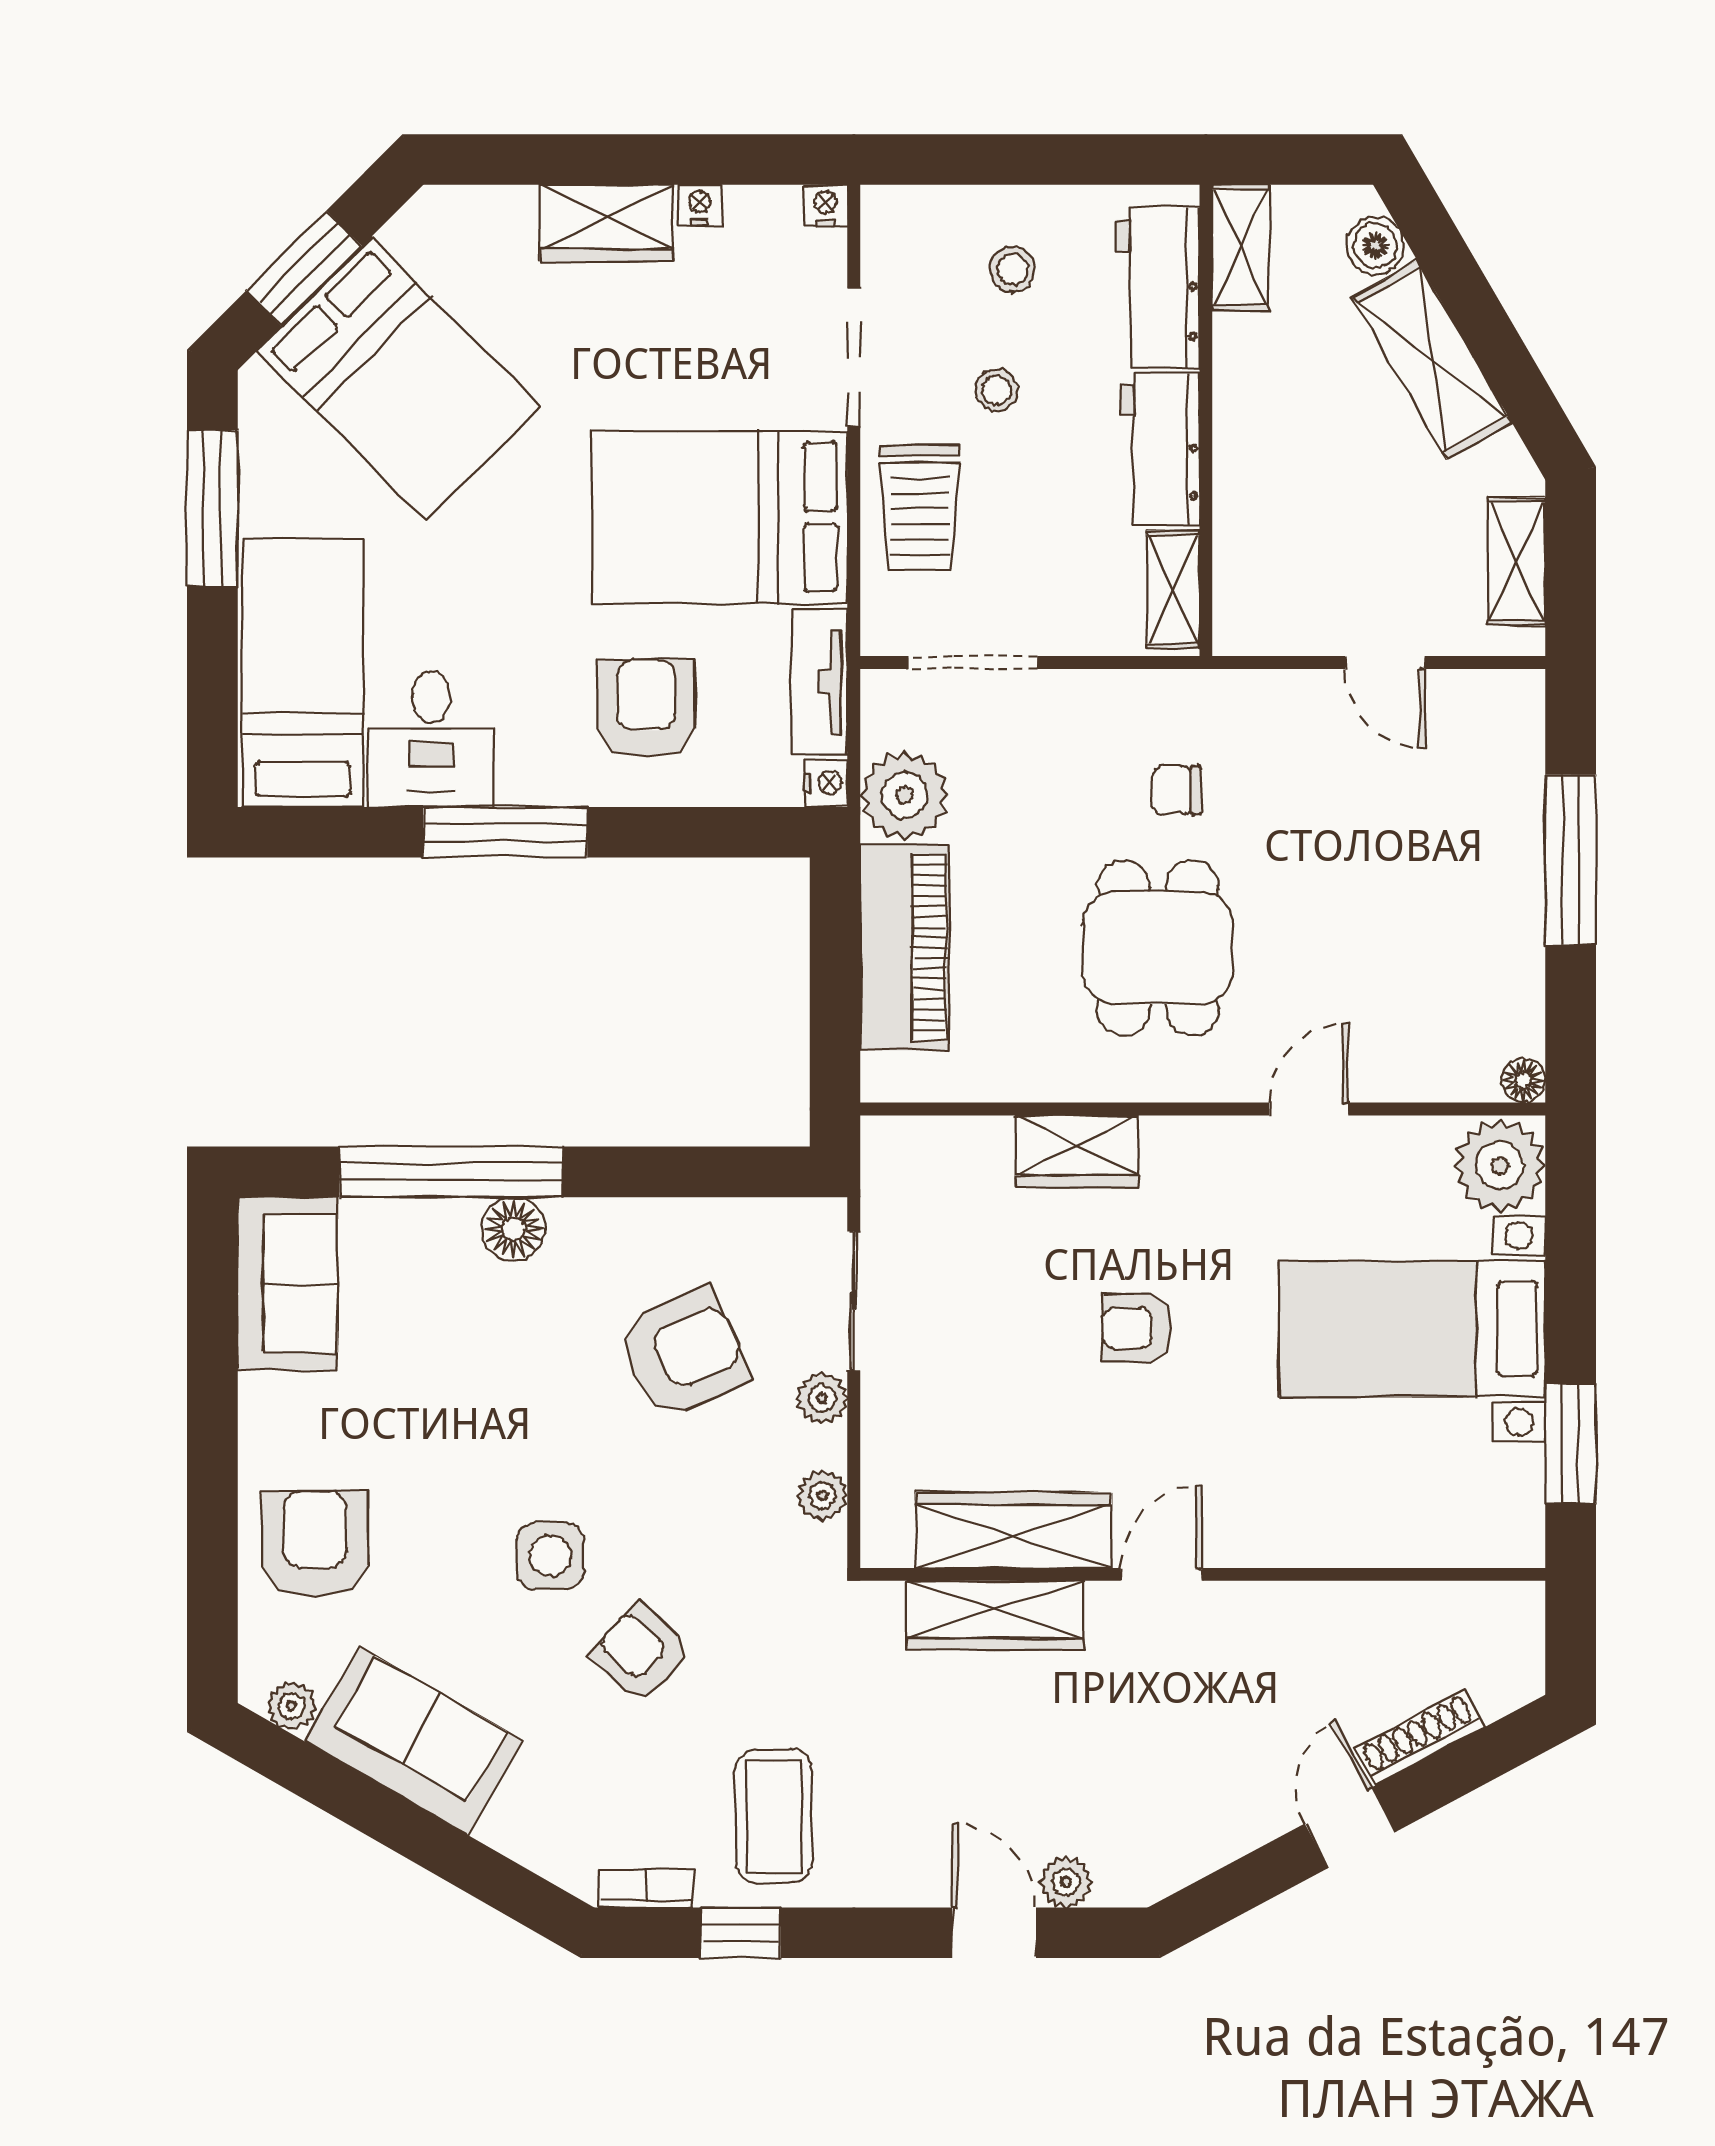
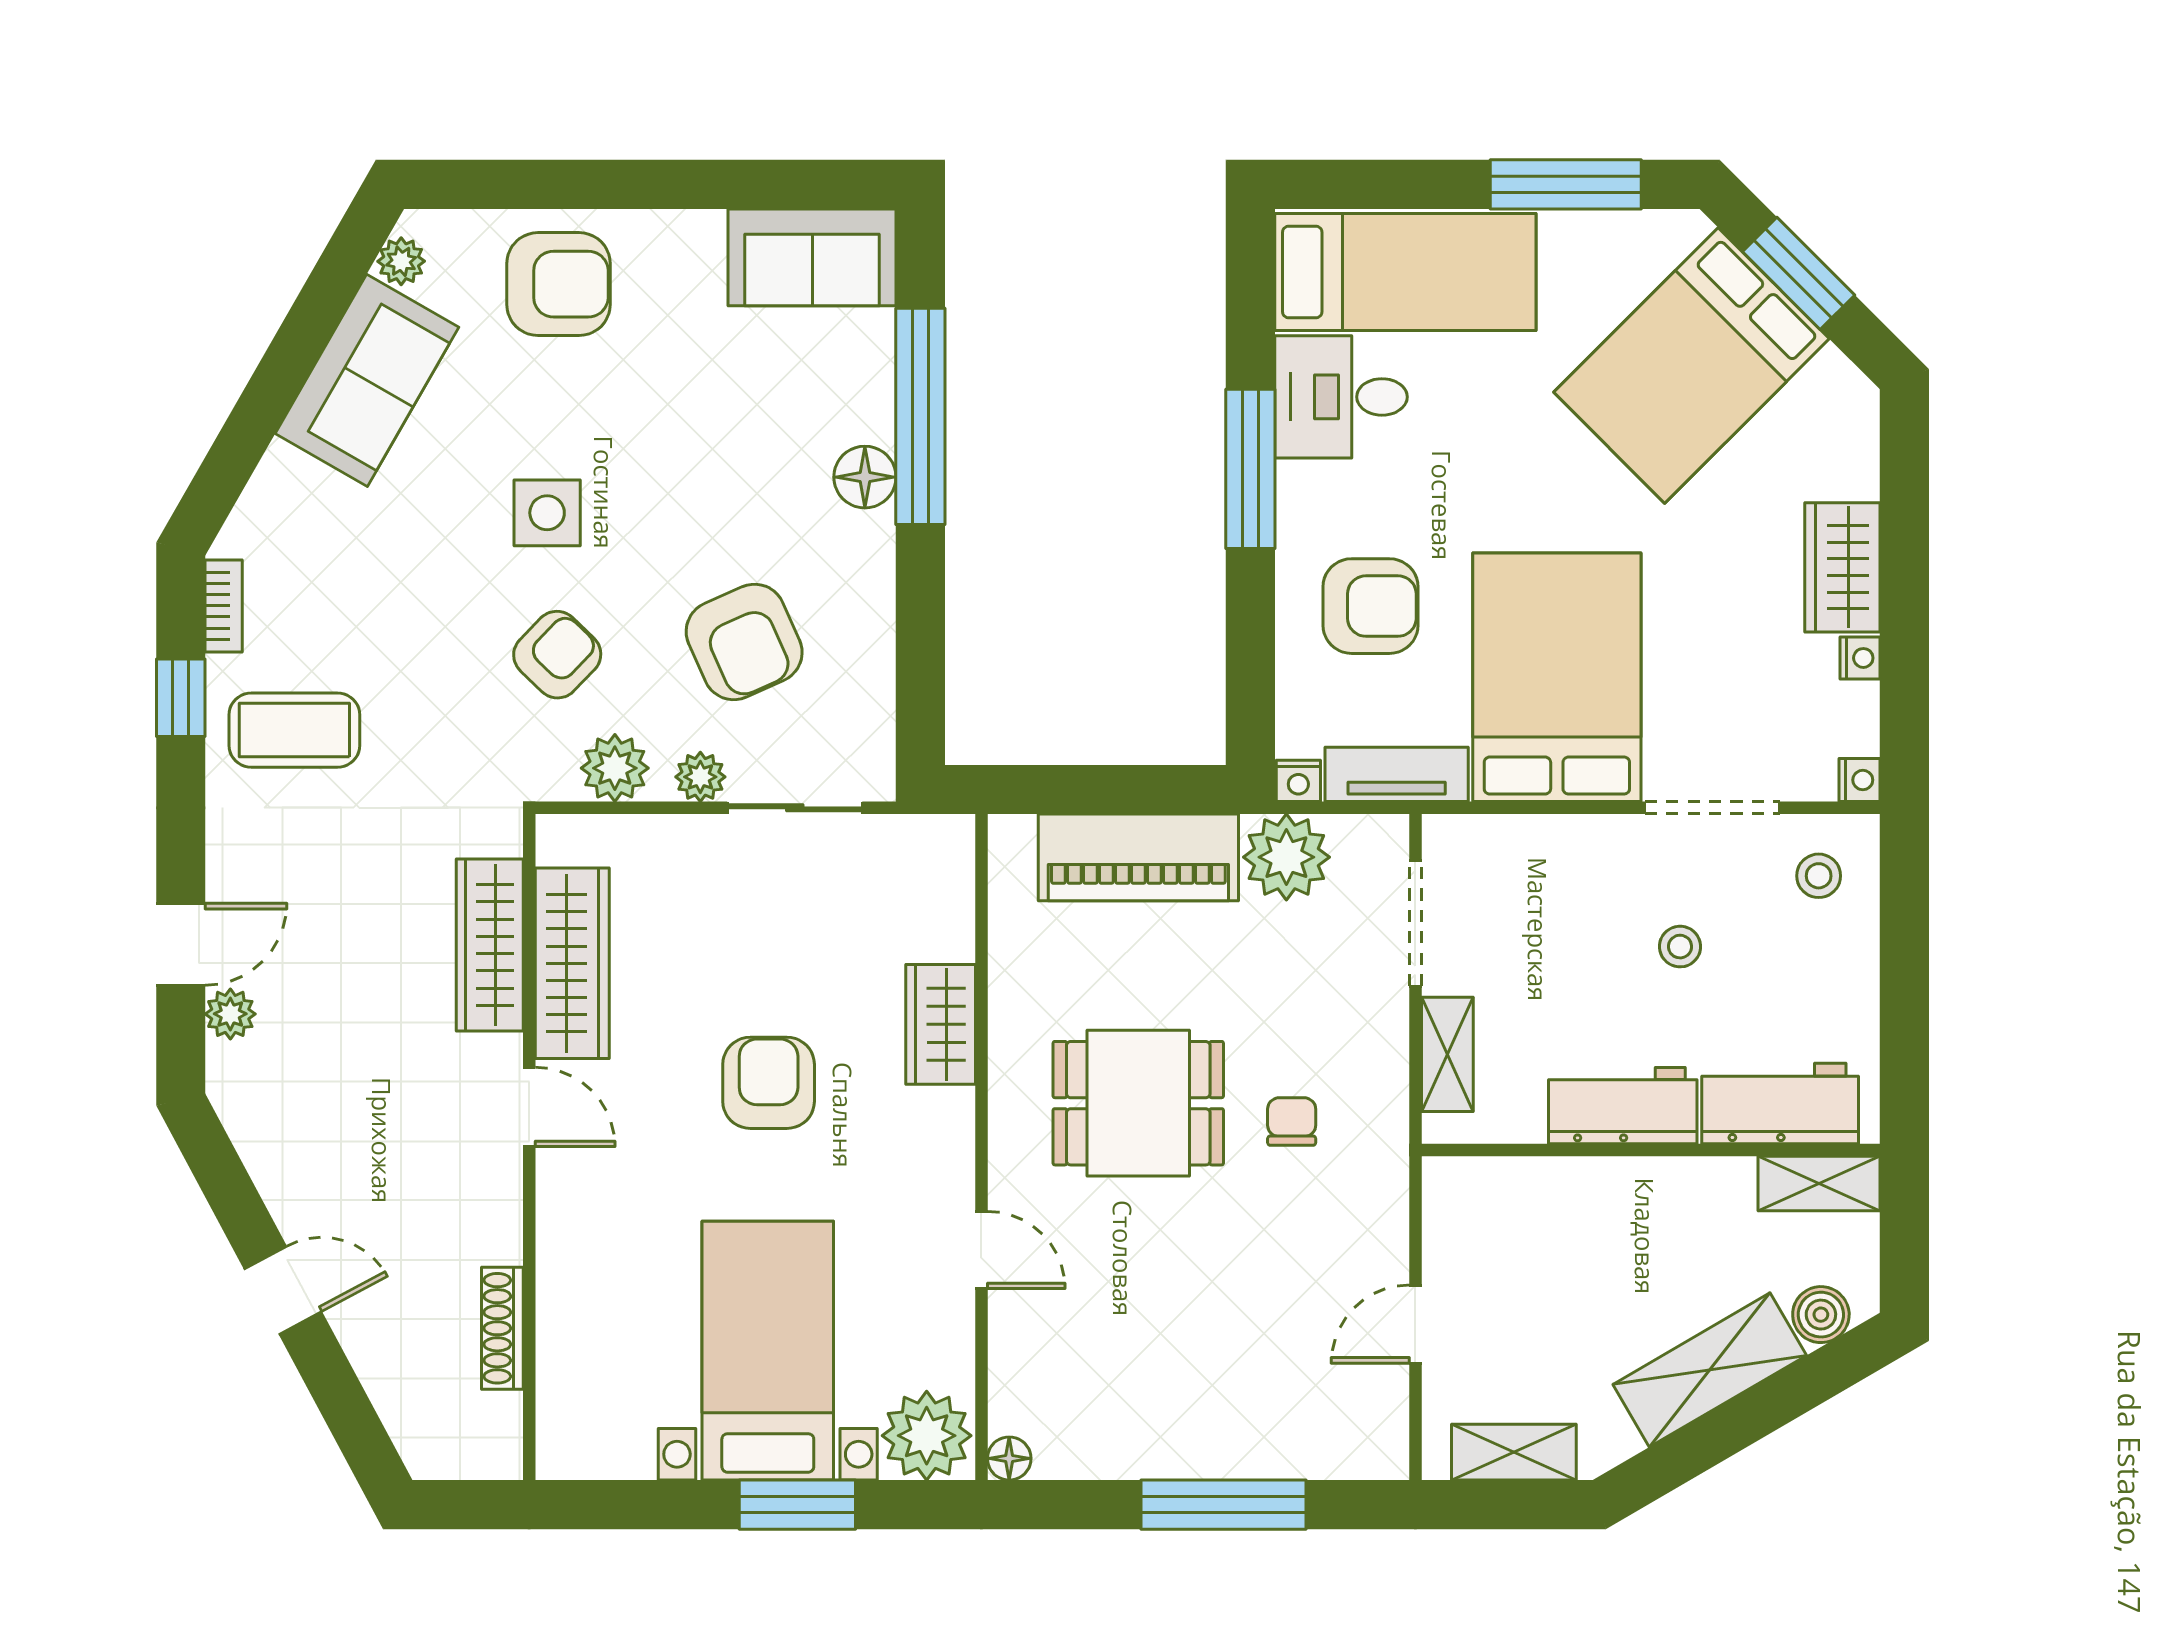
stool: (1013, 269) -> (1819, 876), moved
trolley: (920, 508) -> (1566, 872), removed
shelving: (1173, 589) -> (1447, 1054), moved, turned 90
armchair: (1137, 1328) -> (769, 1083), width x1.38, depth x1.38
window: (1571, 1444) -> (797, 1505), moved
plant: (822, 1496) -> (615, 768), width x1.38, depth x1.38
armchair: (640, 1653) -> (557, 655), moved
shoe rack: (1420, 1738) -> (502, 1328), moved, turned -152

